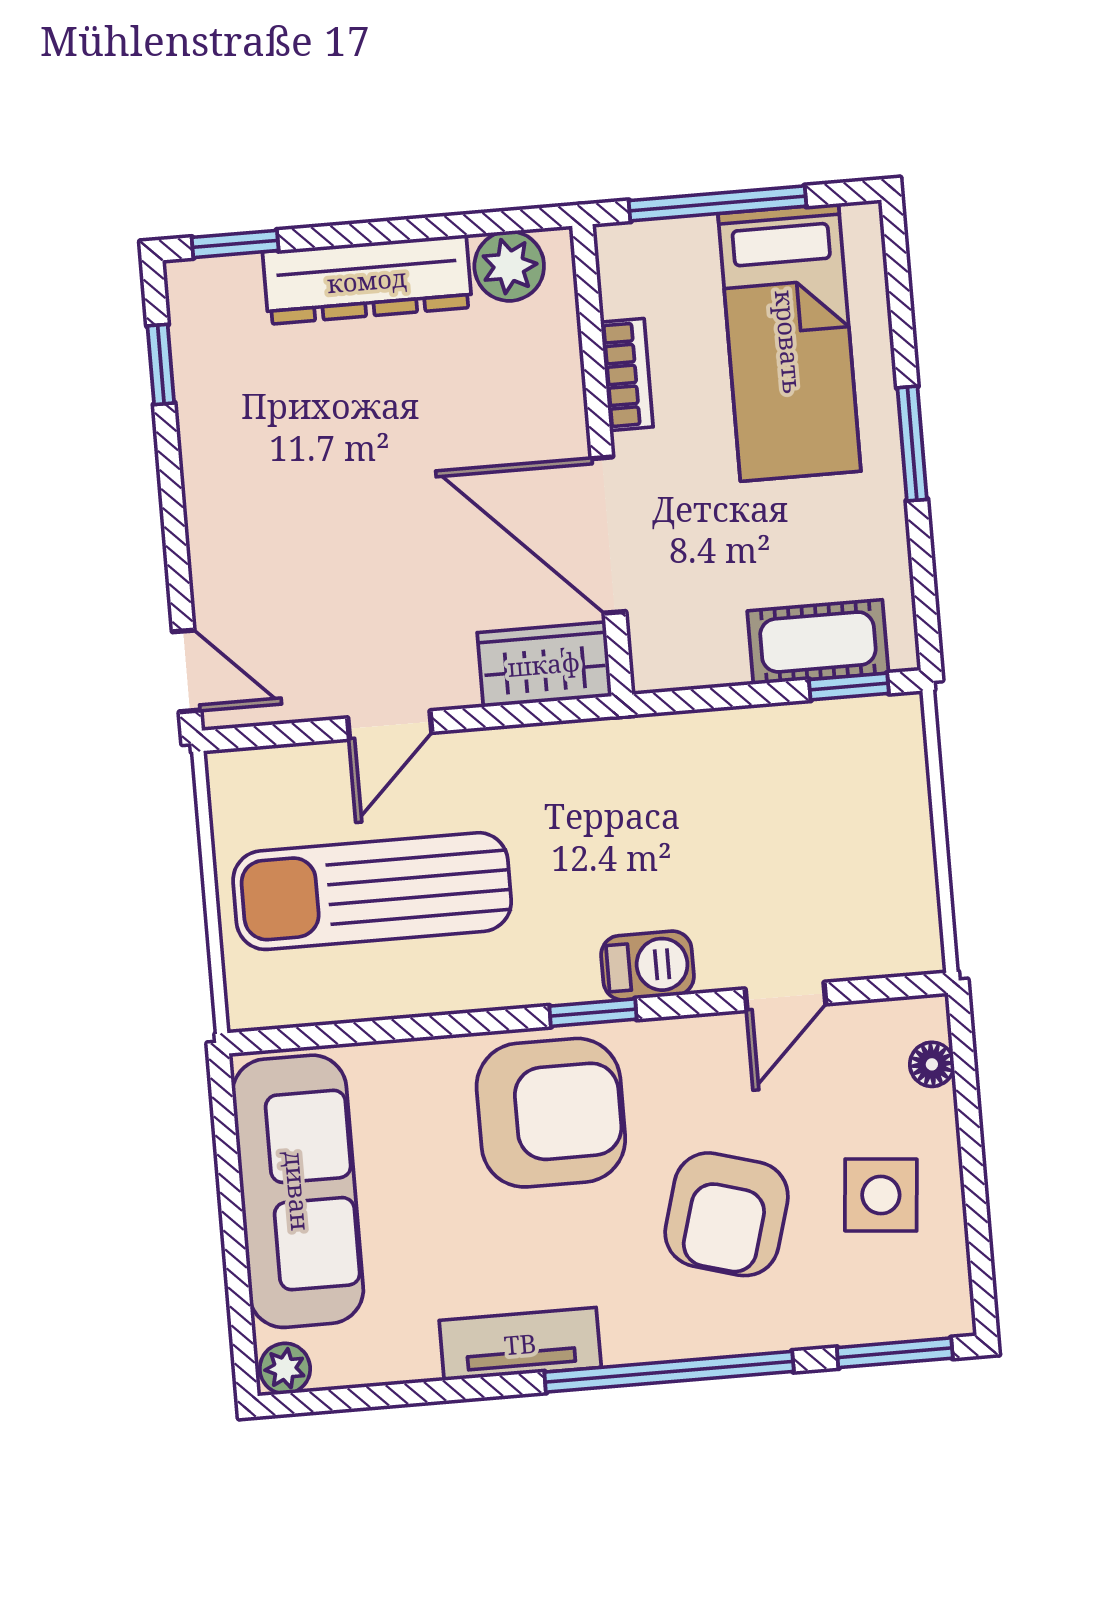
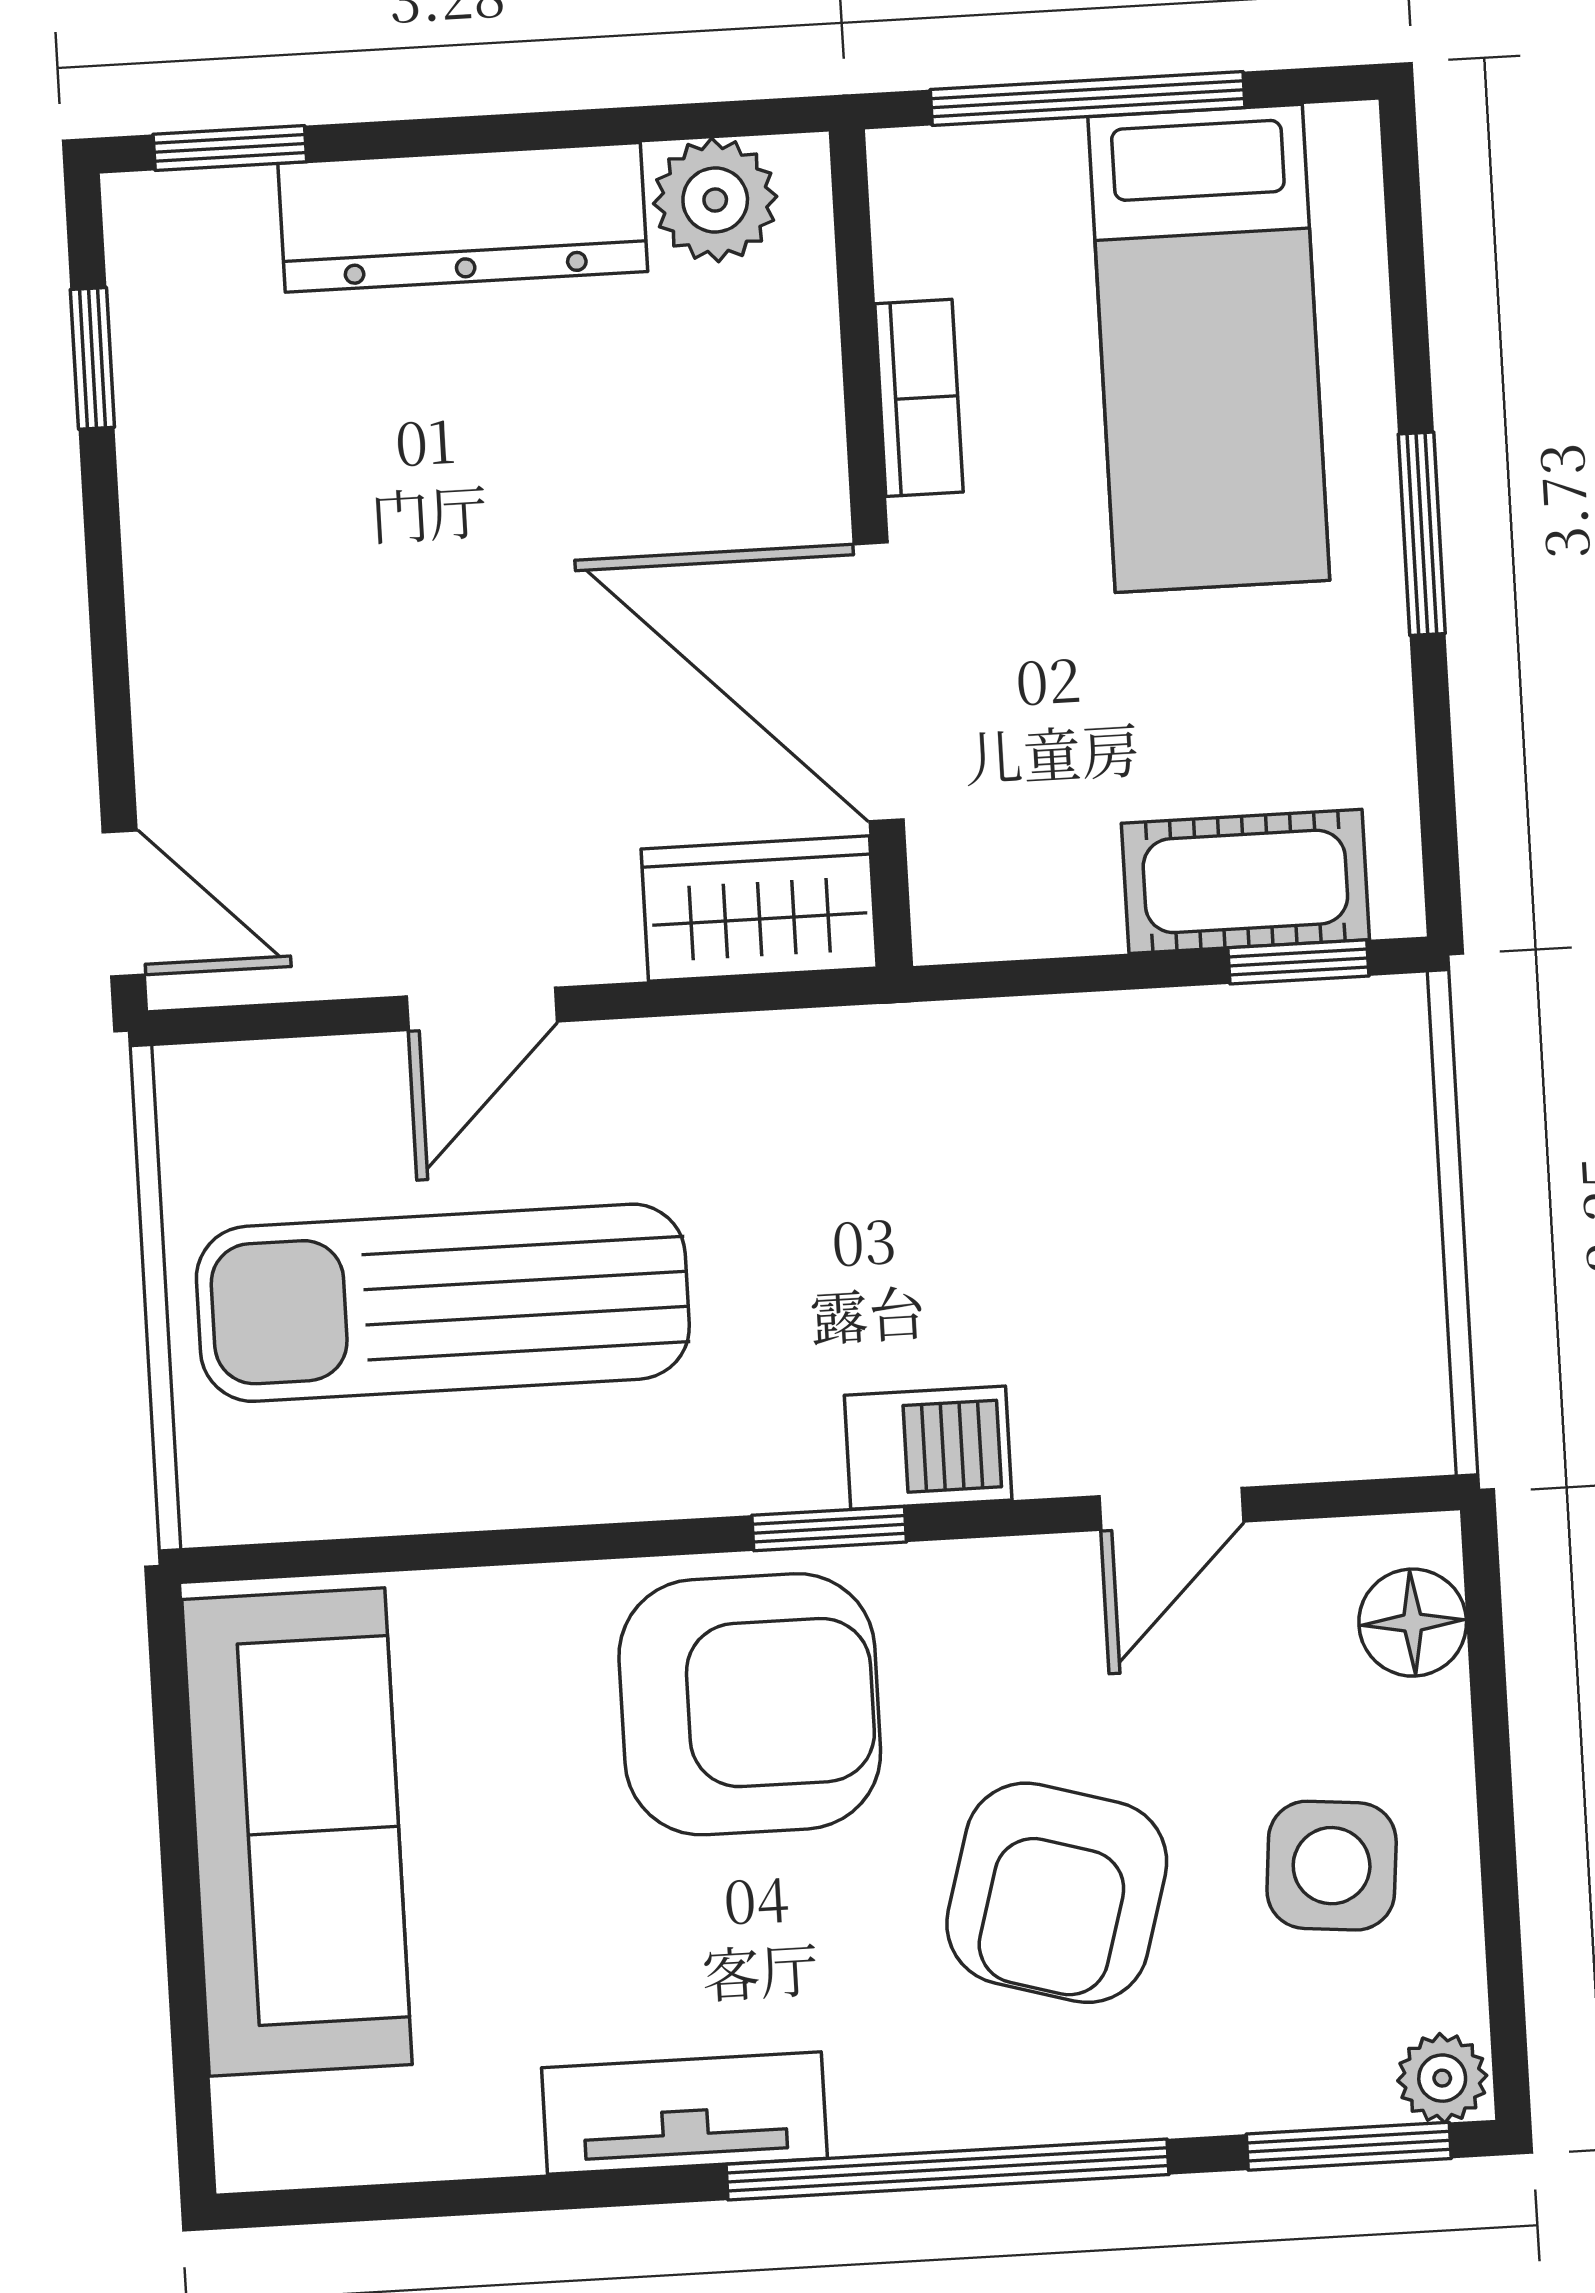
floor lamp: (932, 1064) -> (1413, 1623), width x1.37, depth x1.37
plant: (285, 1369) -> (1442, 2078), moved

